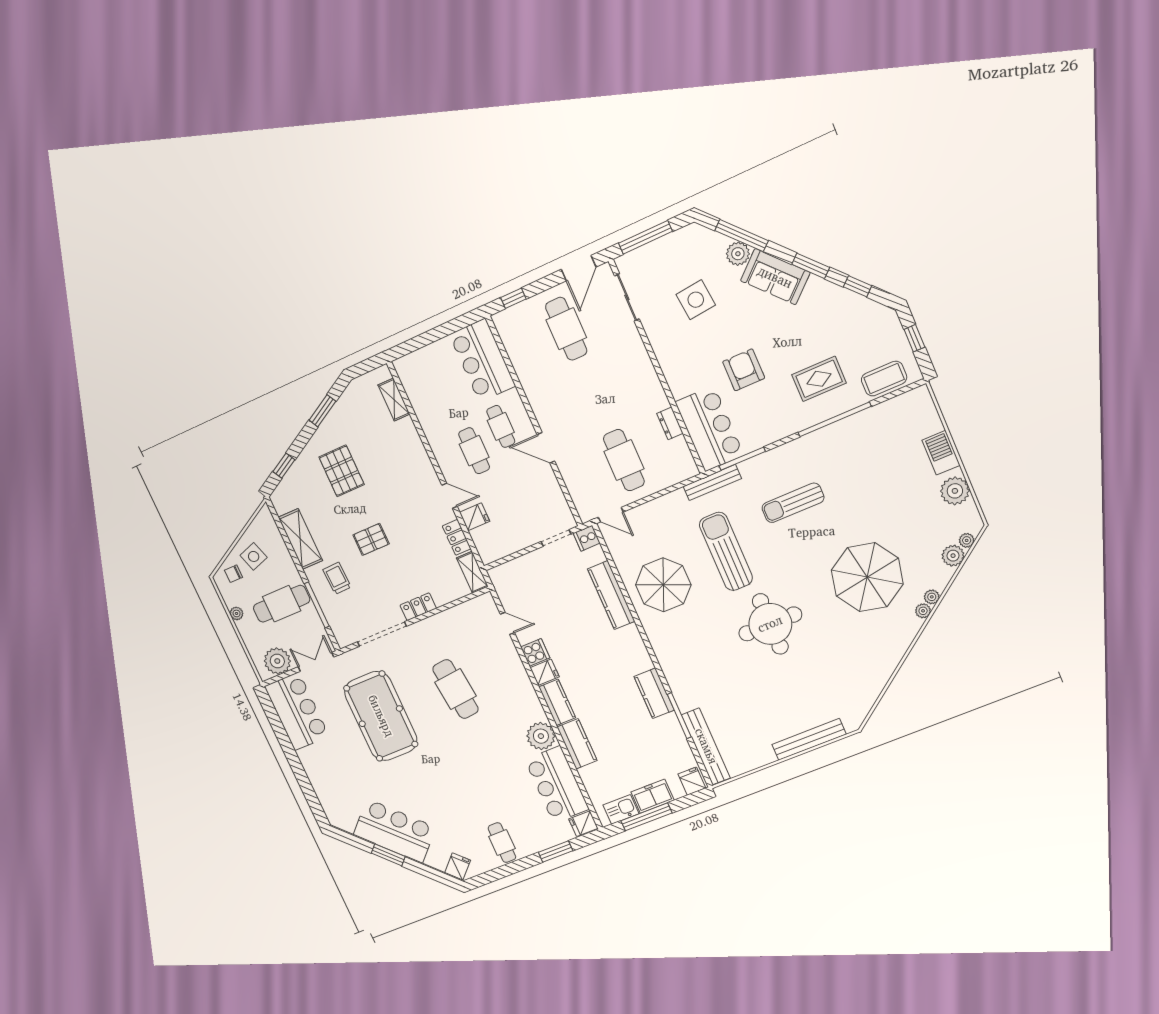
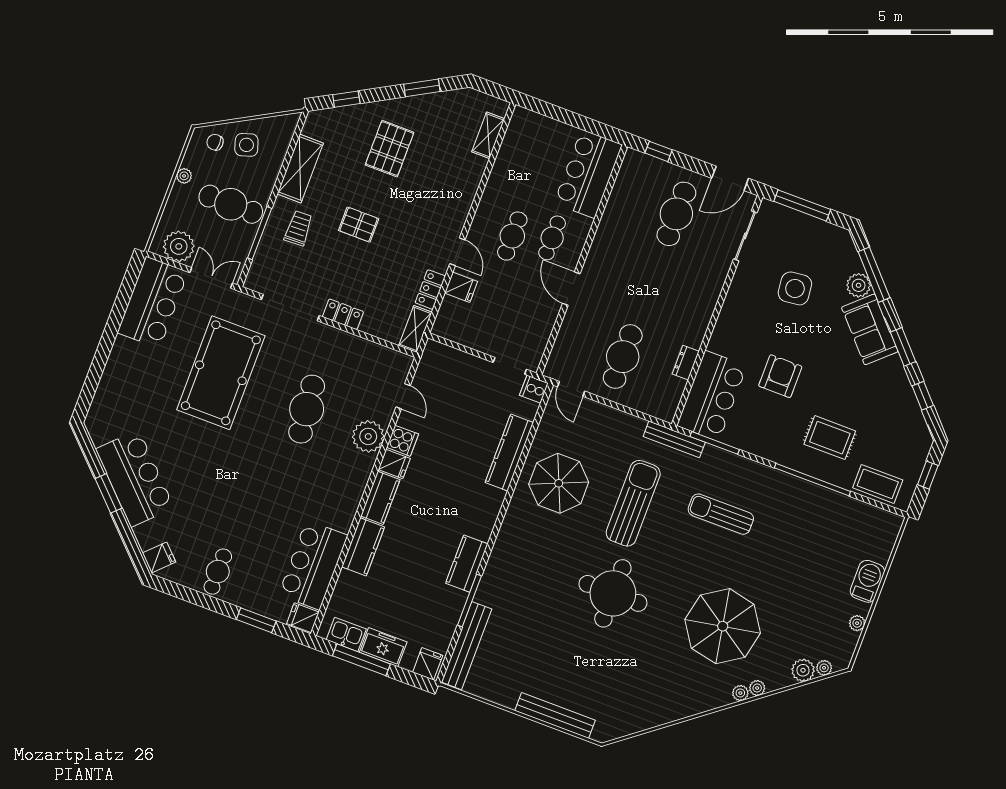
plant: (955, 491) -> (857, 623), width x0.53, depth x0.53
plant: (541, 736) -> (368, 436), moved

